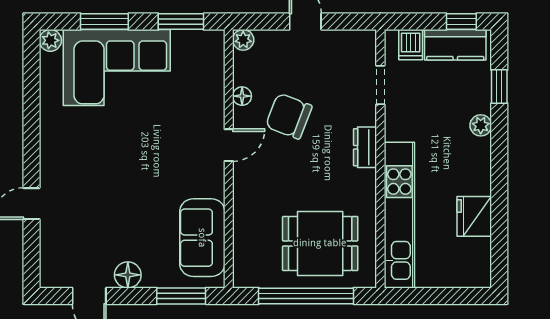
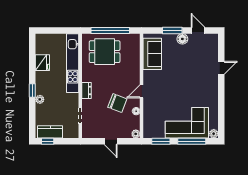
window: (104, 22) -> (192, 141), width x1.44
dishwasher: (411, 45) -> (68, 132), removed
window: (499, 87) -> (32, 90), moved
window: (181, 296) -> (172, 30), moved

